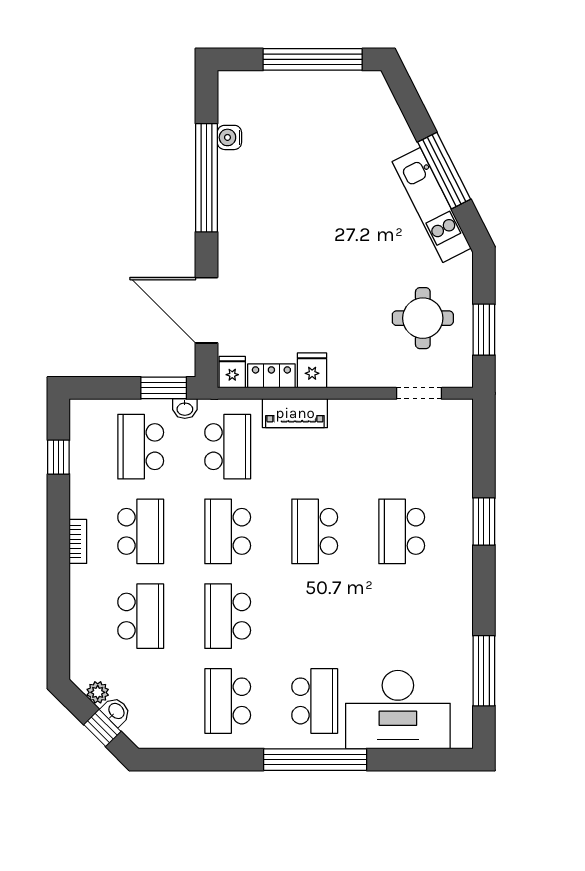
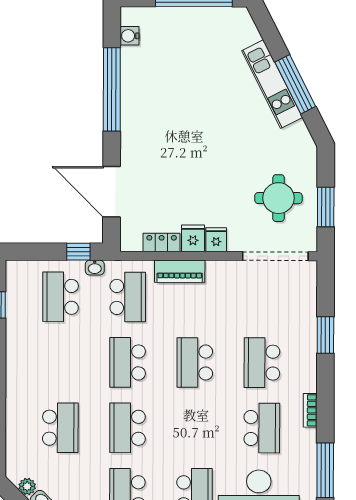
water cooler: (229, 137) -> (130, 36), moved
kitchen unit: (432, 205) -> (272, 84), moved
fridge: (232, 372) -> (216, 240), moved
window: (164, 388) -> (78, 252), width x0.67
doorway: (419, 393) -> (275, 256), width x1.88
window: (484, 521) -> (325, 335), moved
school desk: (141, 531) -> (262, 428), moved
bookcase: (78, 541) -> (310, 410), moved, turned 180

